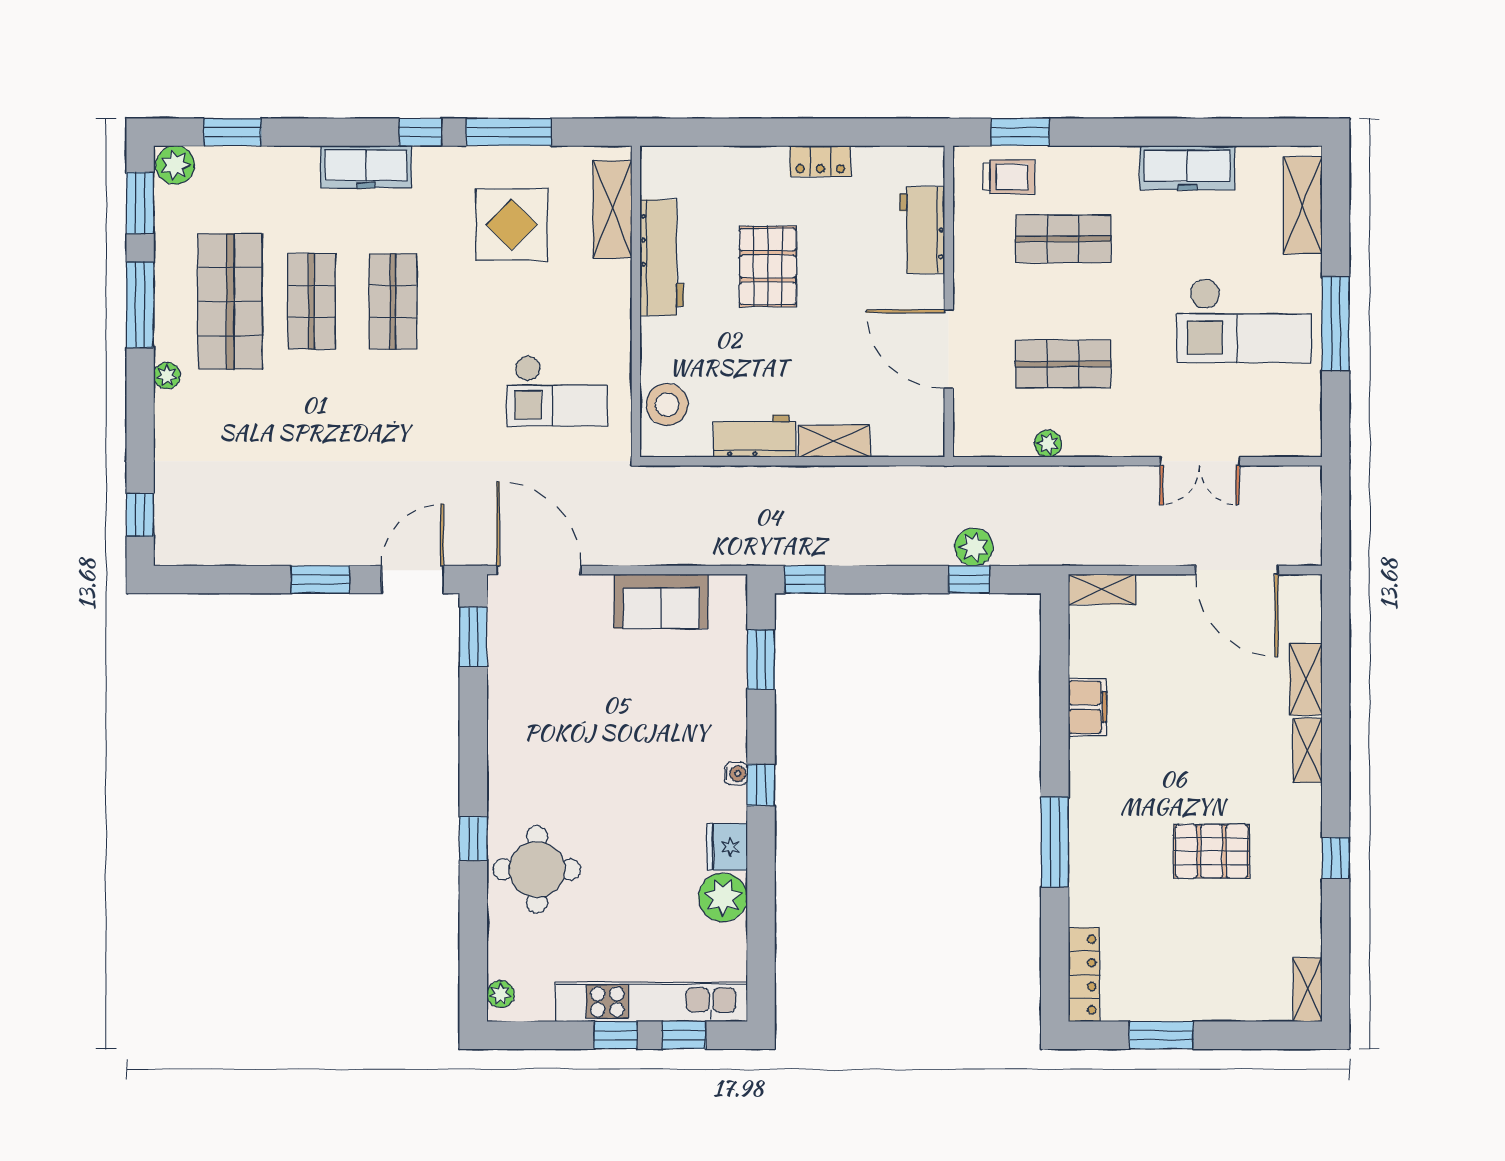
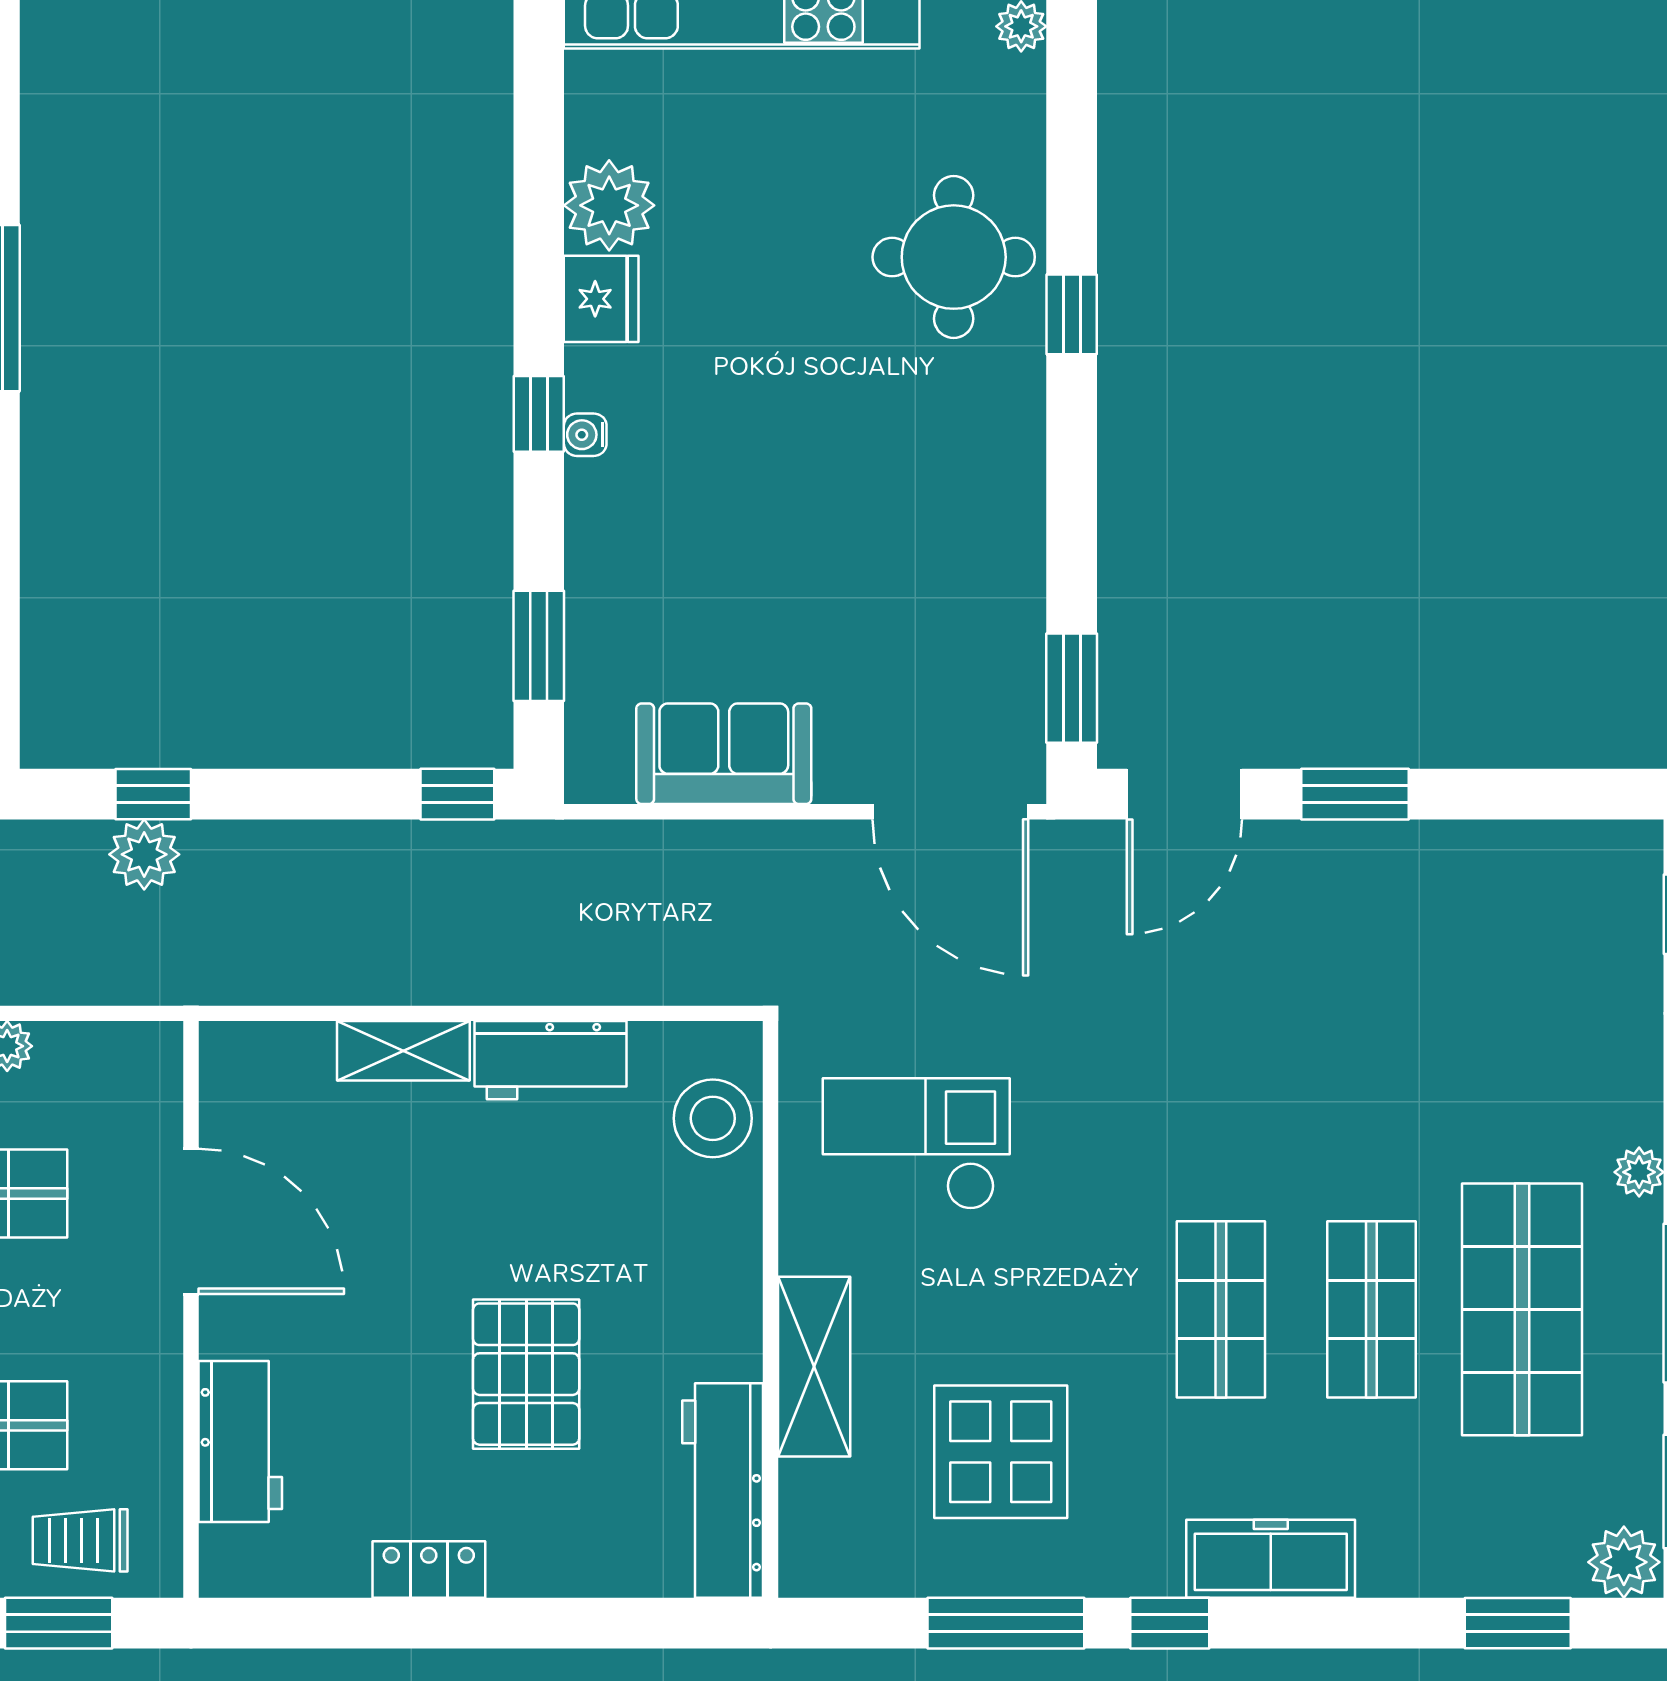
shelving: (612, 209) -> (814, 1367), moved
workbench: (662, 258) -> (723, 1491), moved

